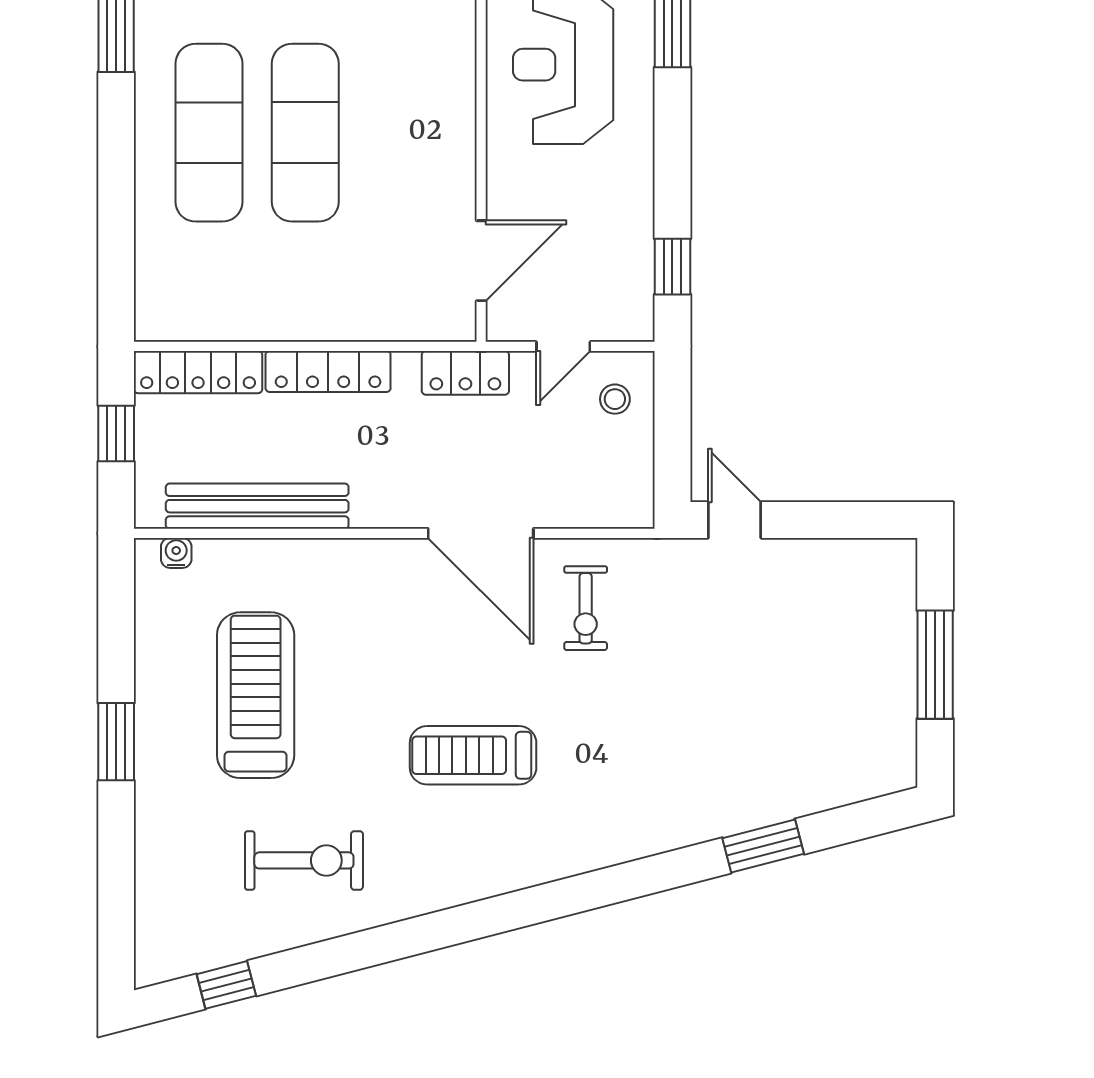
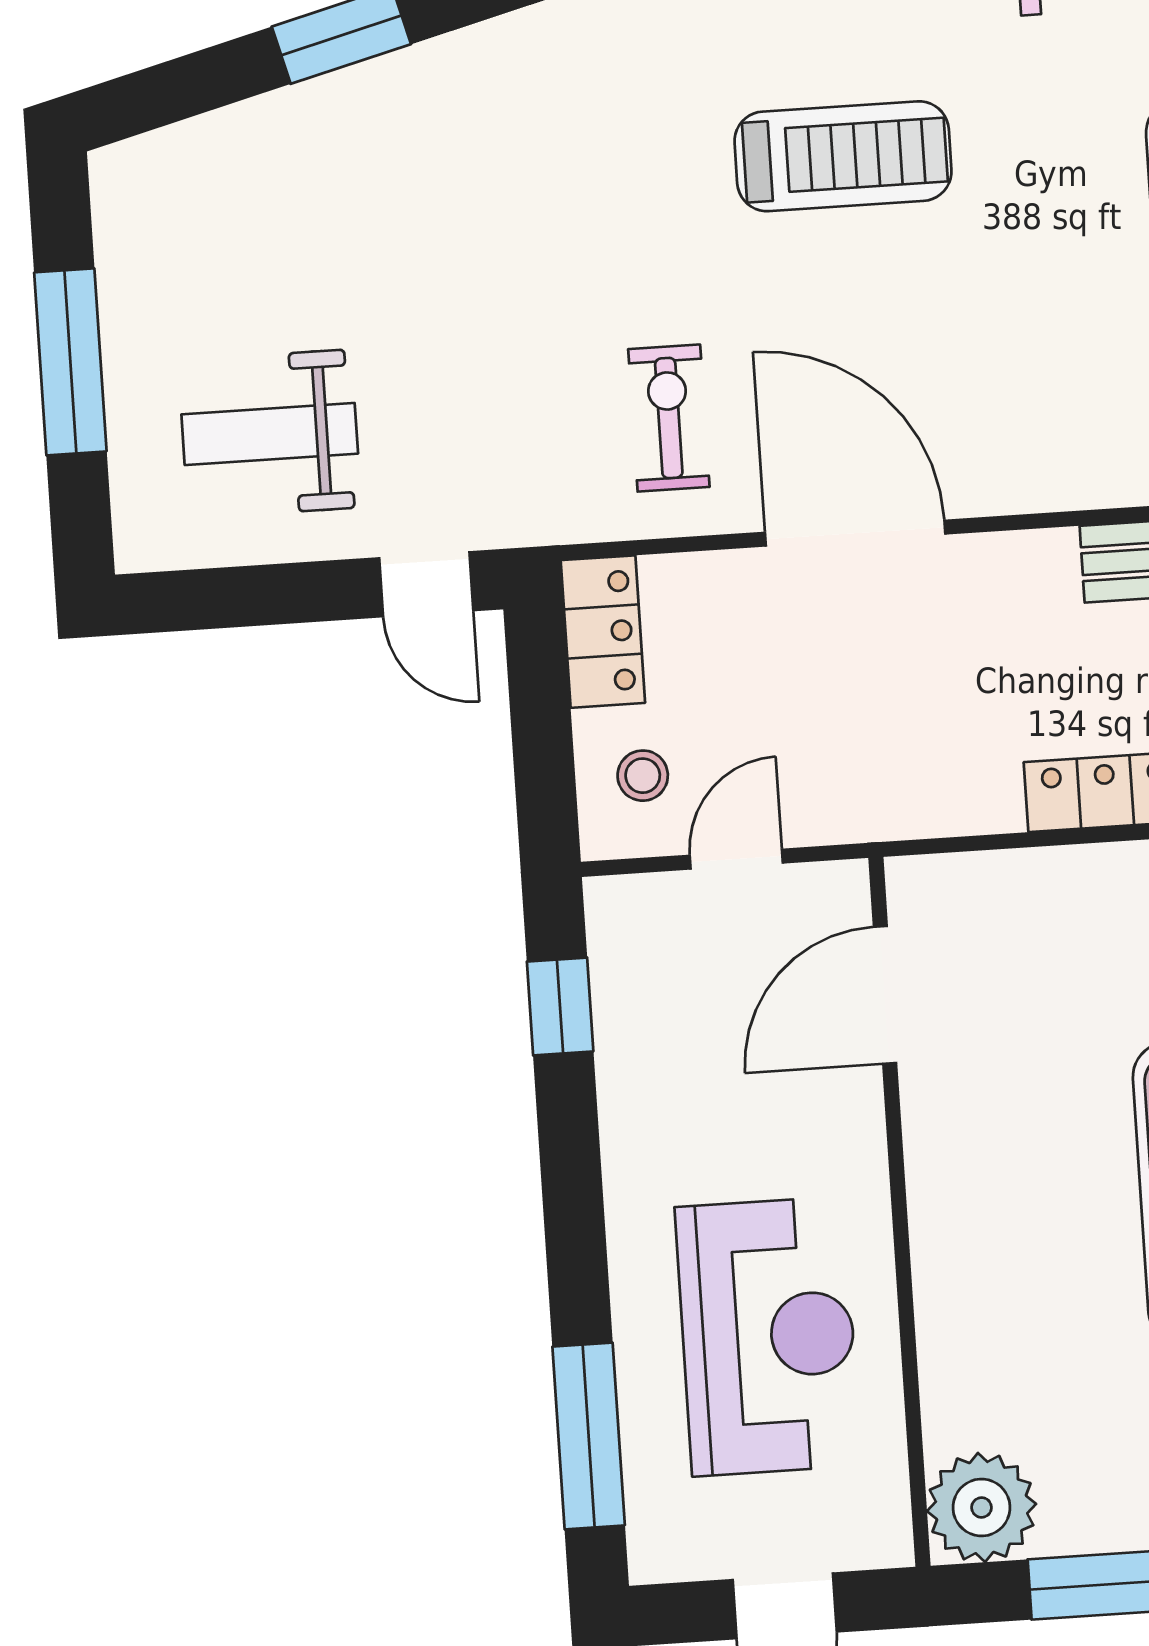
locker: (465, 373) -> (603, 632), moved, turned 90
weight bench: (821, 614) -> (270, 434), added

